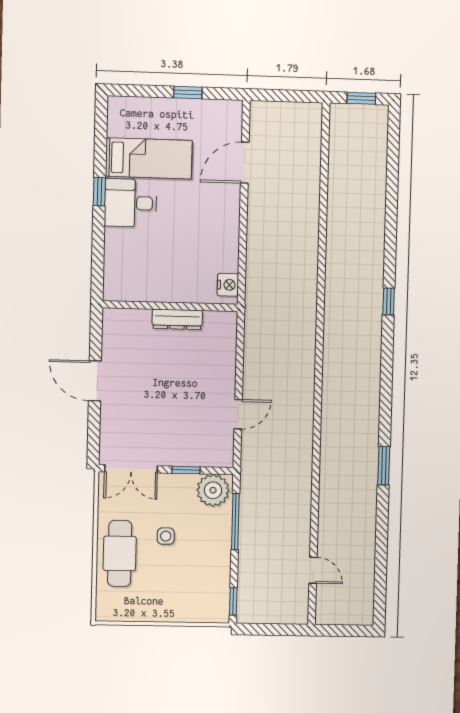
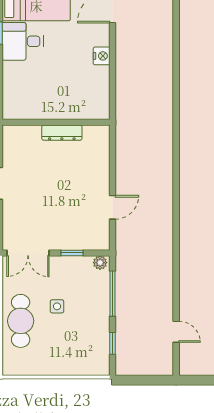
nightstand: (228, 285) -> (102, 56), moved
plant: (213, 490) -> (100, 263), width x0.53, depth x0.53
window: (233, 601) -> (113, 343), moved

